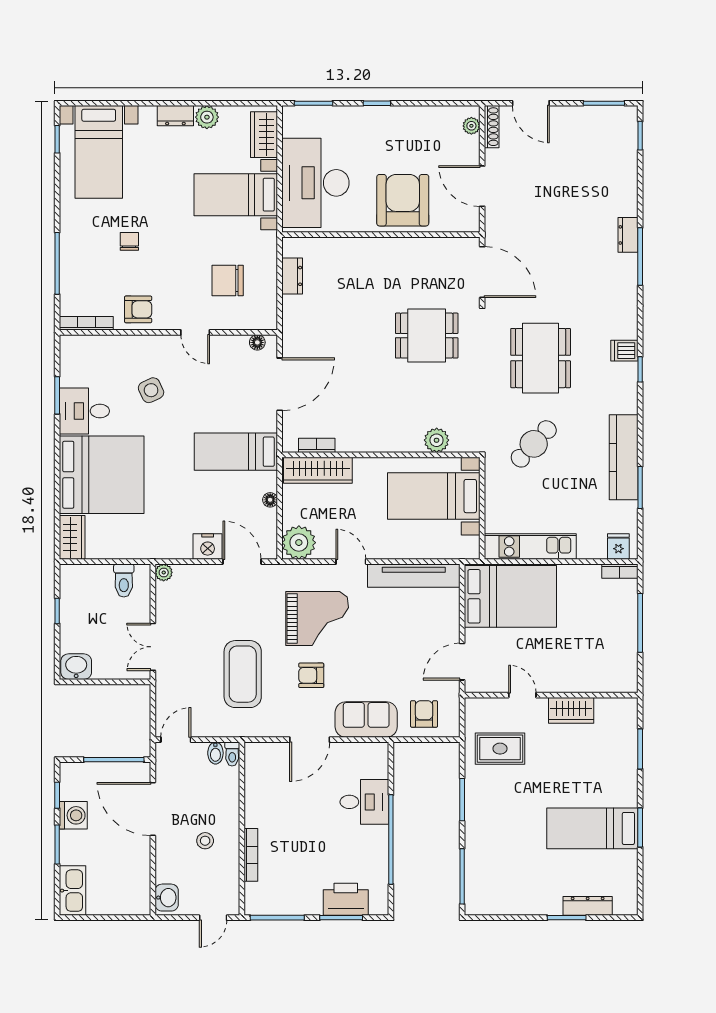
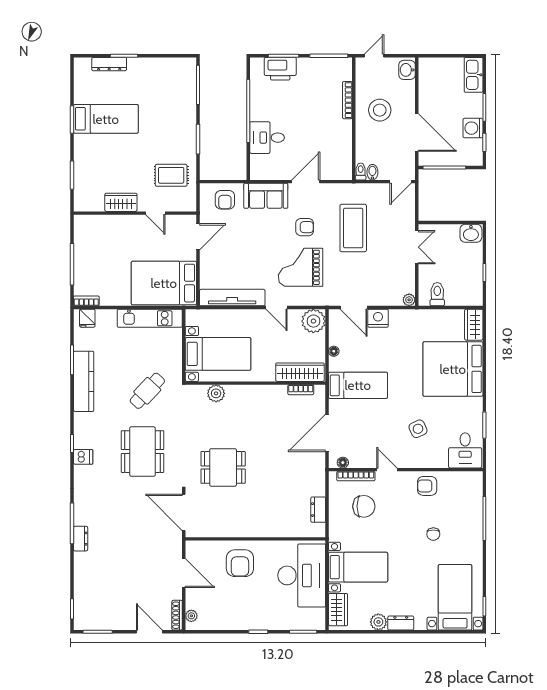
armchair: (403, 200) -> (240, 563), width x0.73, depth x0.73
bookcase: (86, 323) -> (356, 476), moved
desk: (84, 411) -> (465, 450), moved, turned 90
stool: (205, 841) -> (380, 110), width x1.89, depth x1.89

